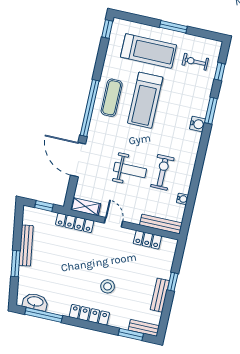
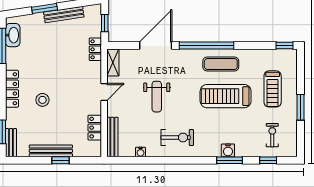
treadmill: (149, 51) -> (273, 89), width x0.73, depth x0.73
water cooler: (197, 124) -> (228, 150), moved
exercise bike: (162, 172) -> (177, 138), moved
locker: (75, 223) -> (95, 49), width x0.66
bench: (160, 295) -> (51, 151), width x1.36

